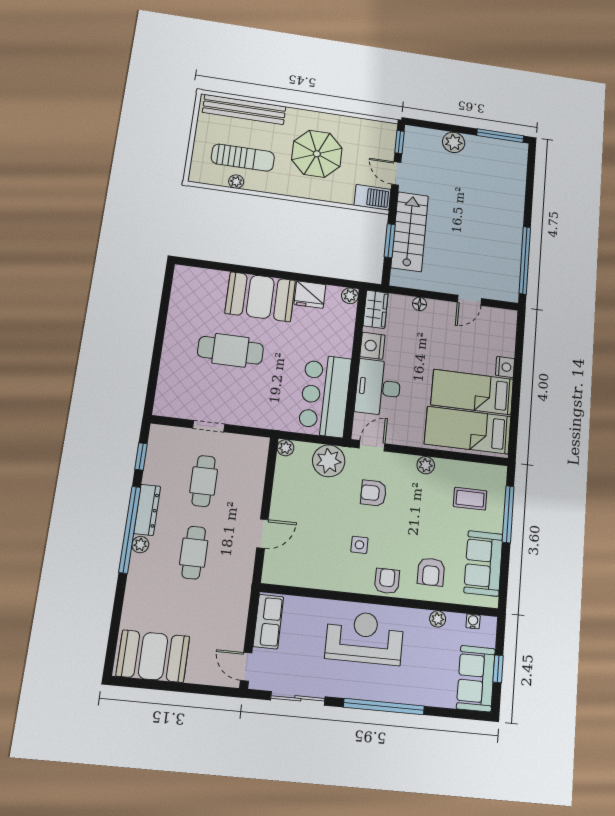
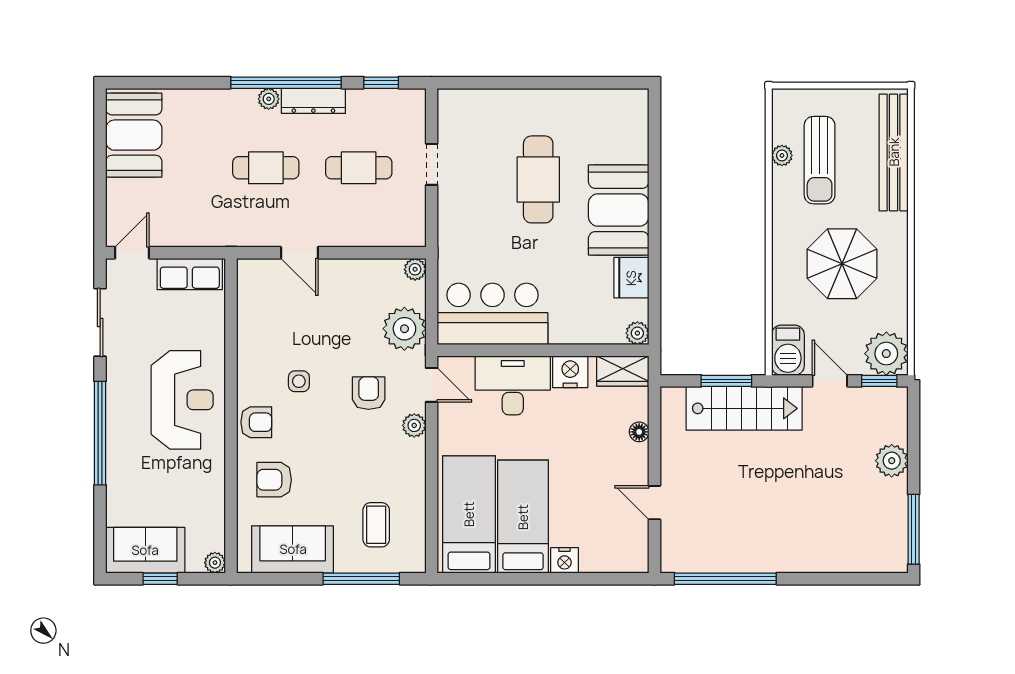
plant: (381, 135) -> (886, 354), added
door: (396, 173) -> (830, 381), hinge flipped
plant: (426, 465) -> (414, 425), moved
plant: (438, 619) -> (215, 563), moved
water cooler: (473, 621) -> (217, 541), removed

